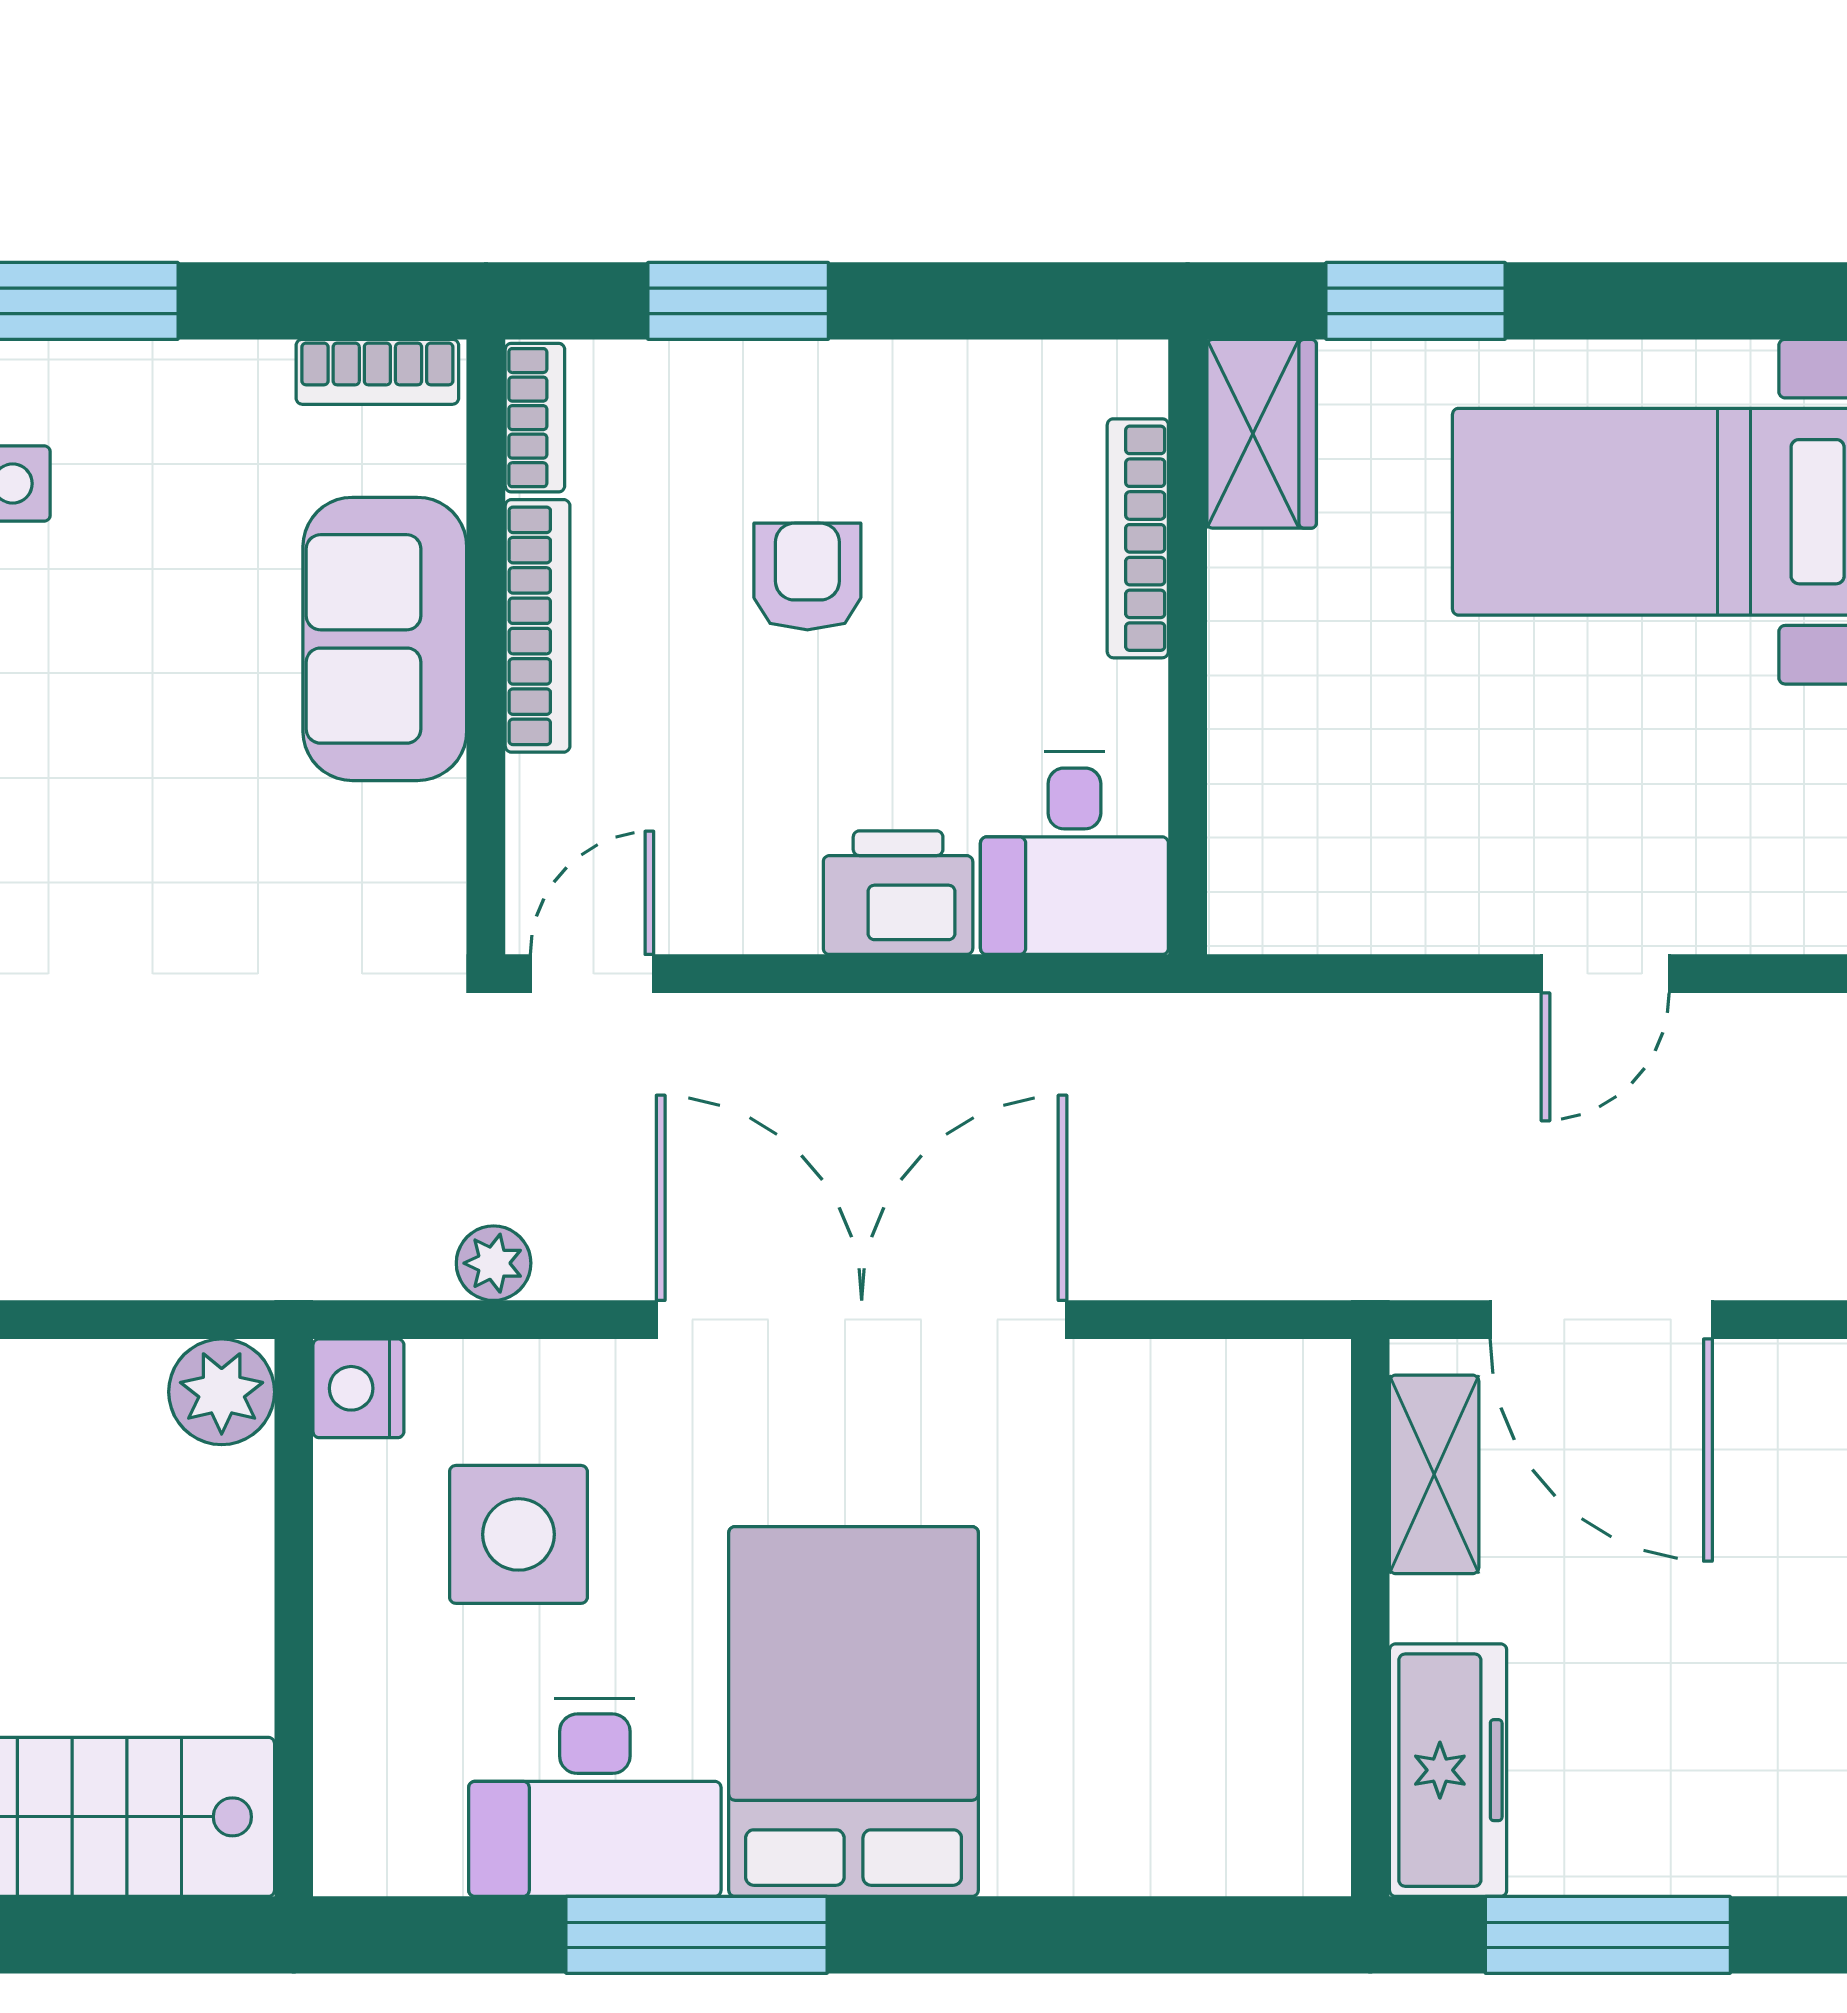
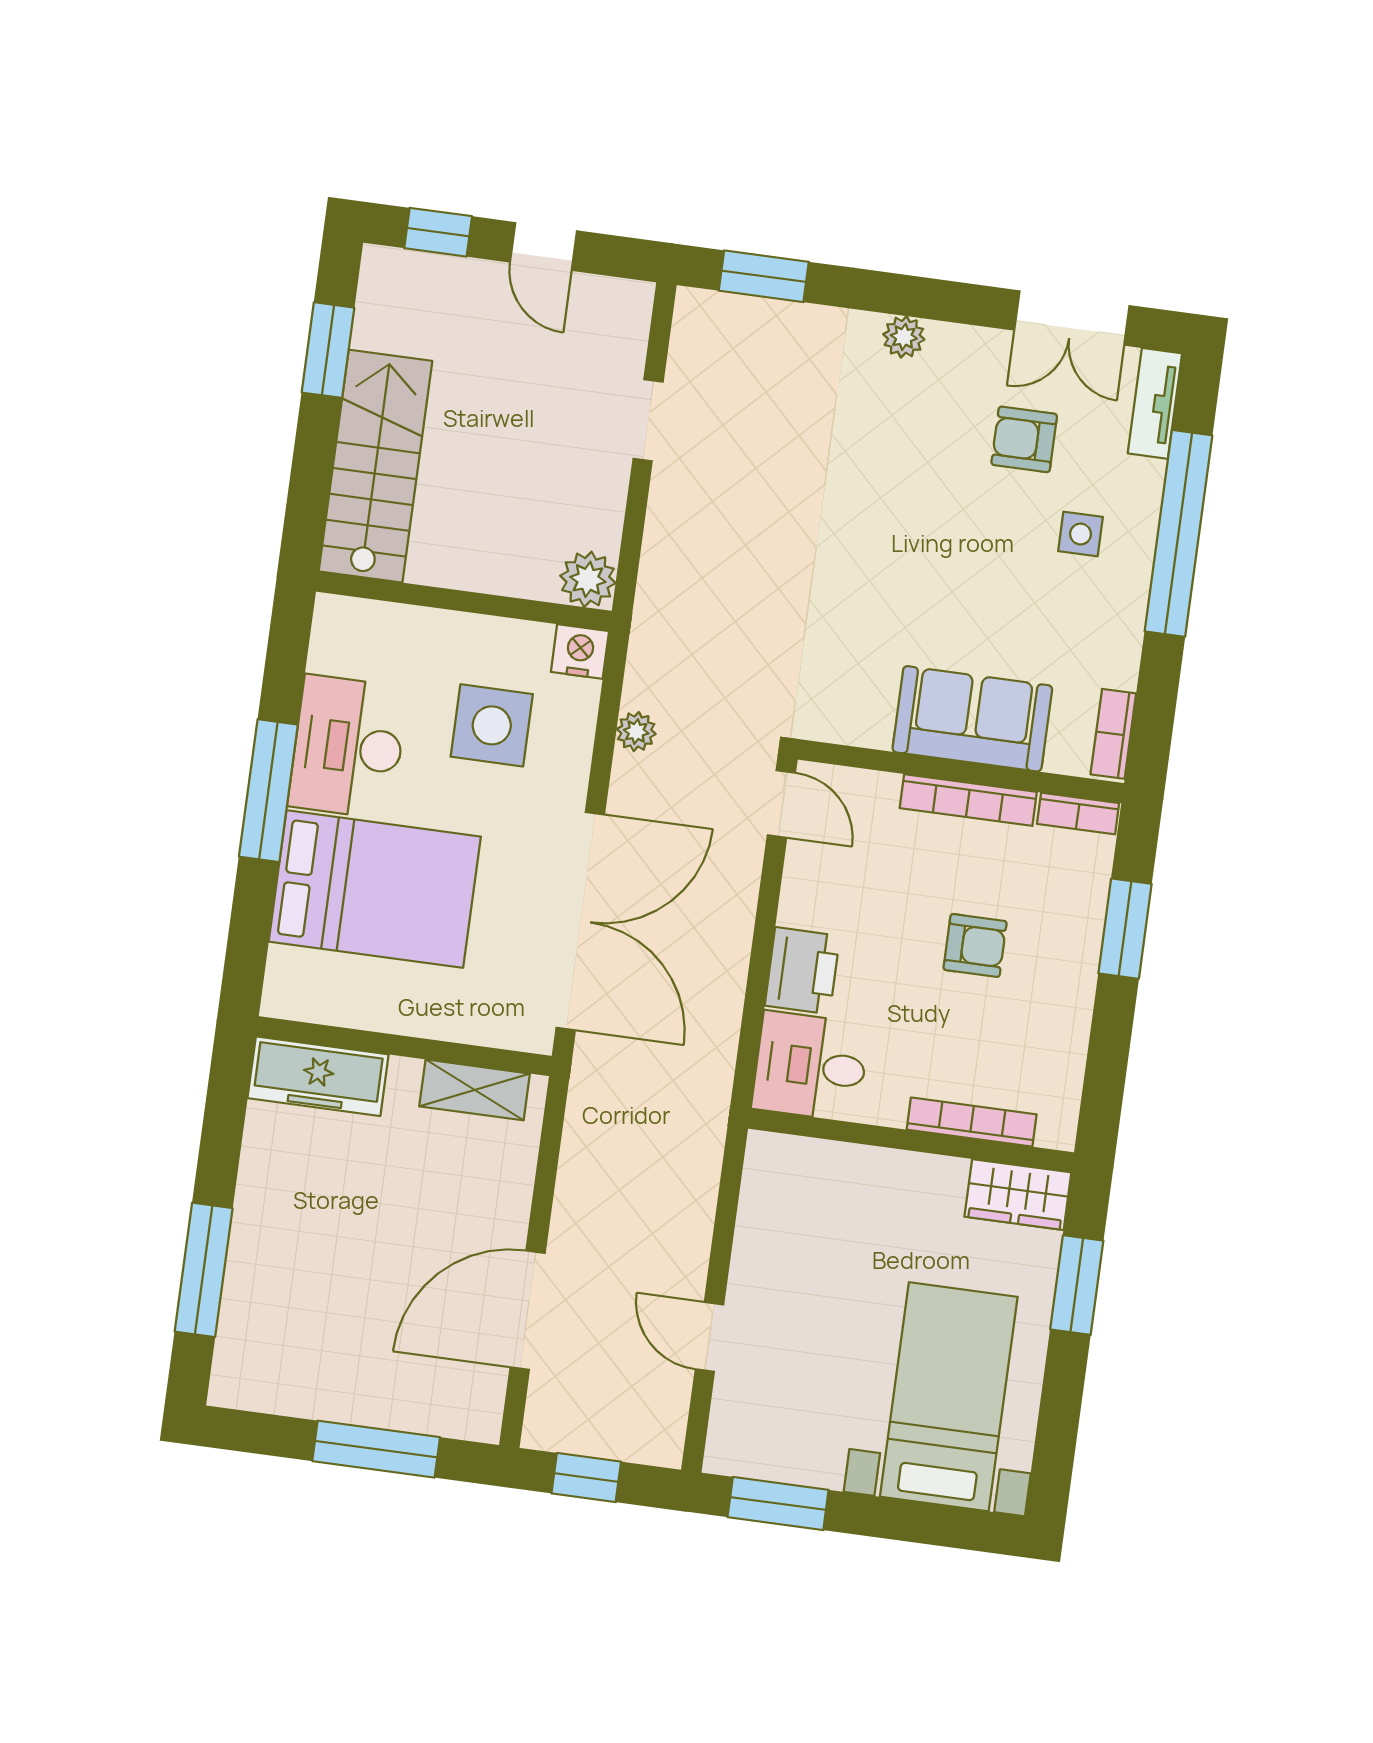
shelving: (1434, 1474) -> (475, 1090), moved
wall: (1370, 1618) -> (404, 1046), moved
freezer: (1448, 1770) -> (318, 1076), moved

